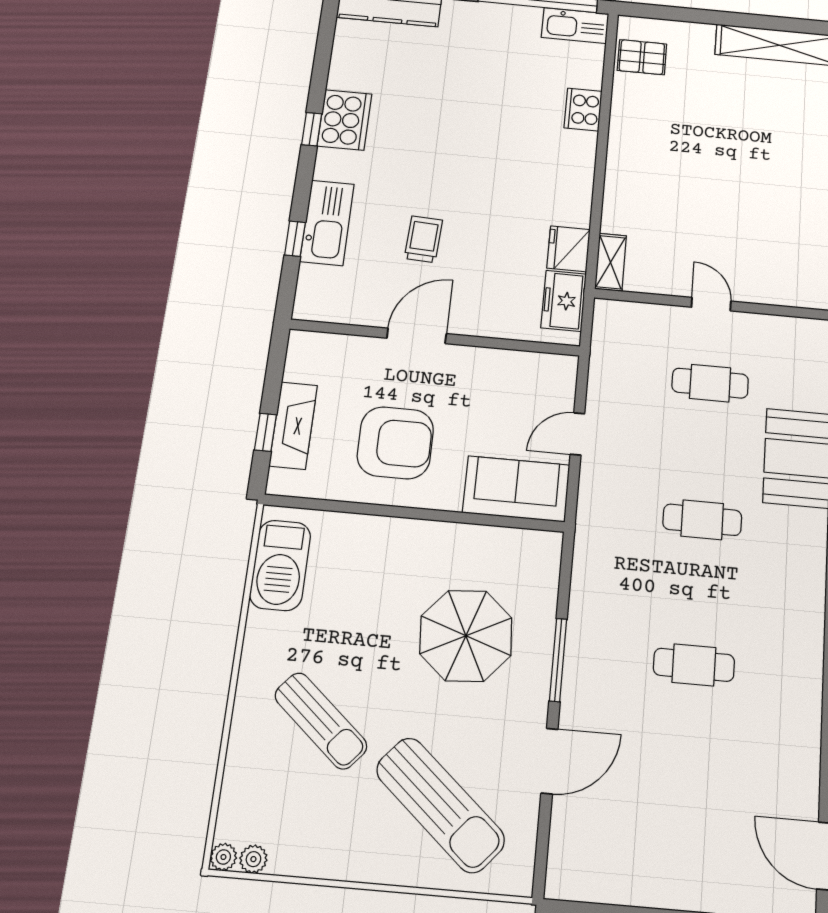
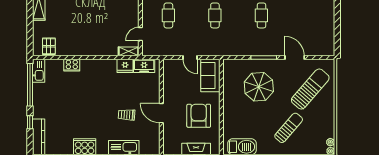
door: (711, 304) -> (140, 34), moved

